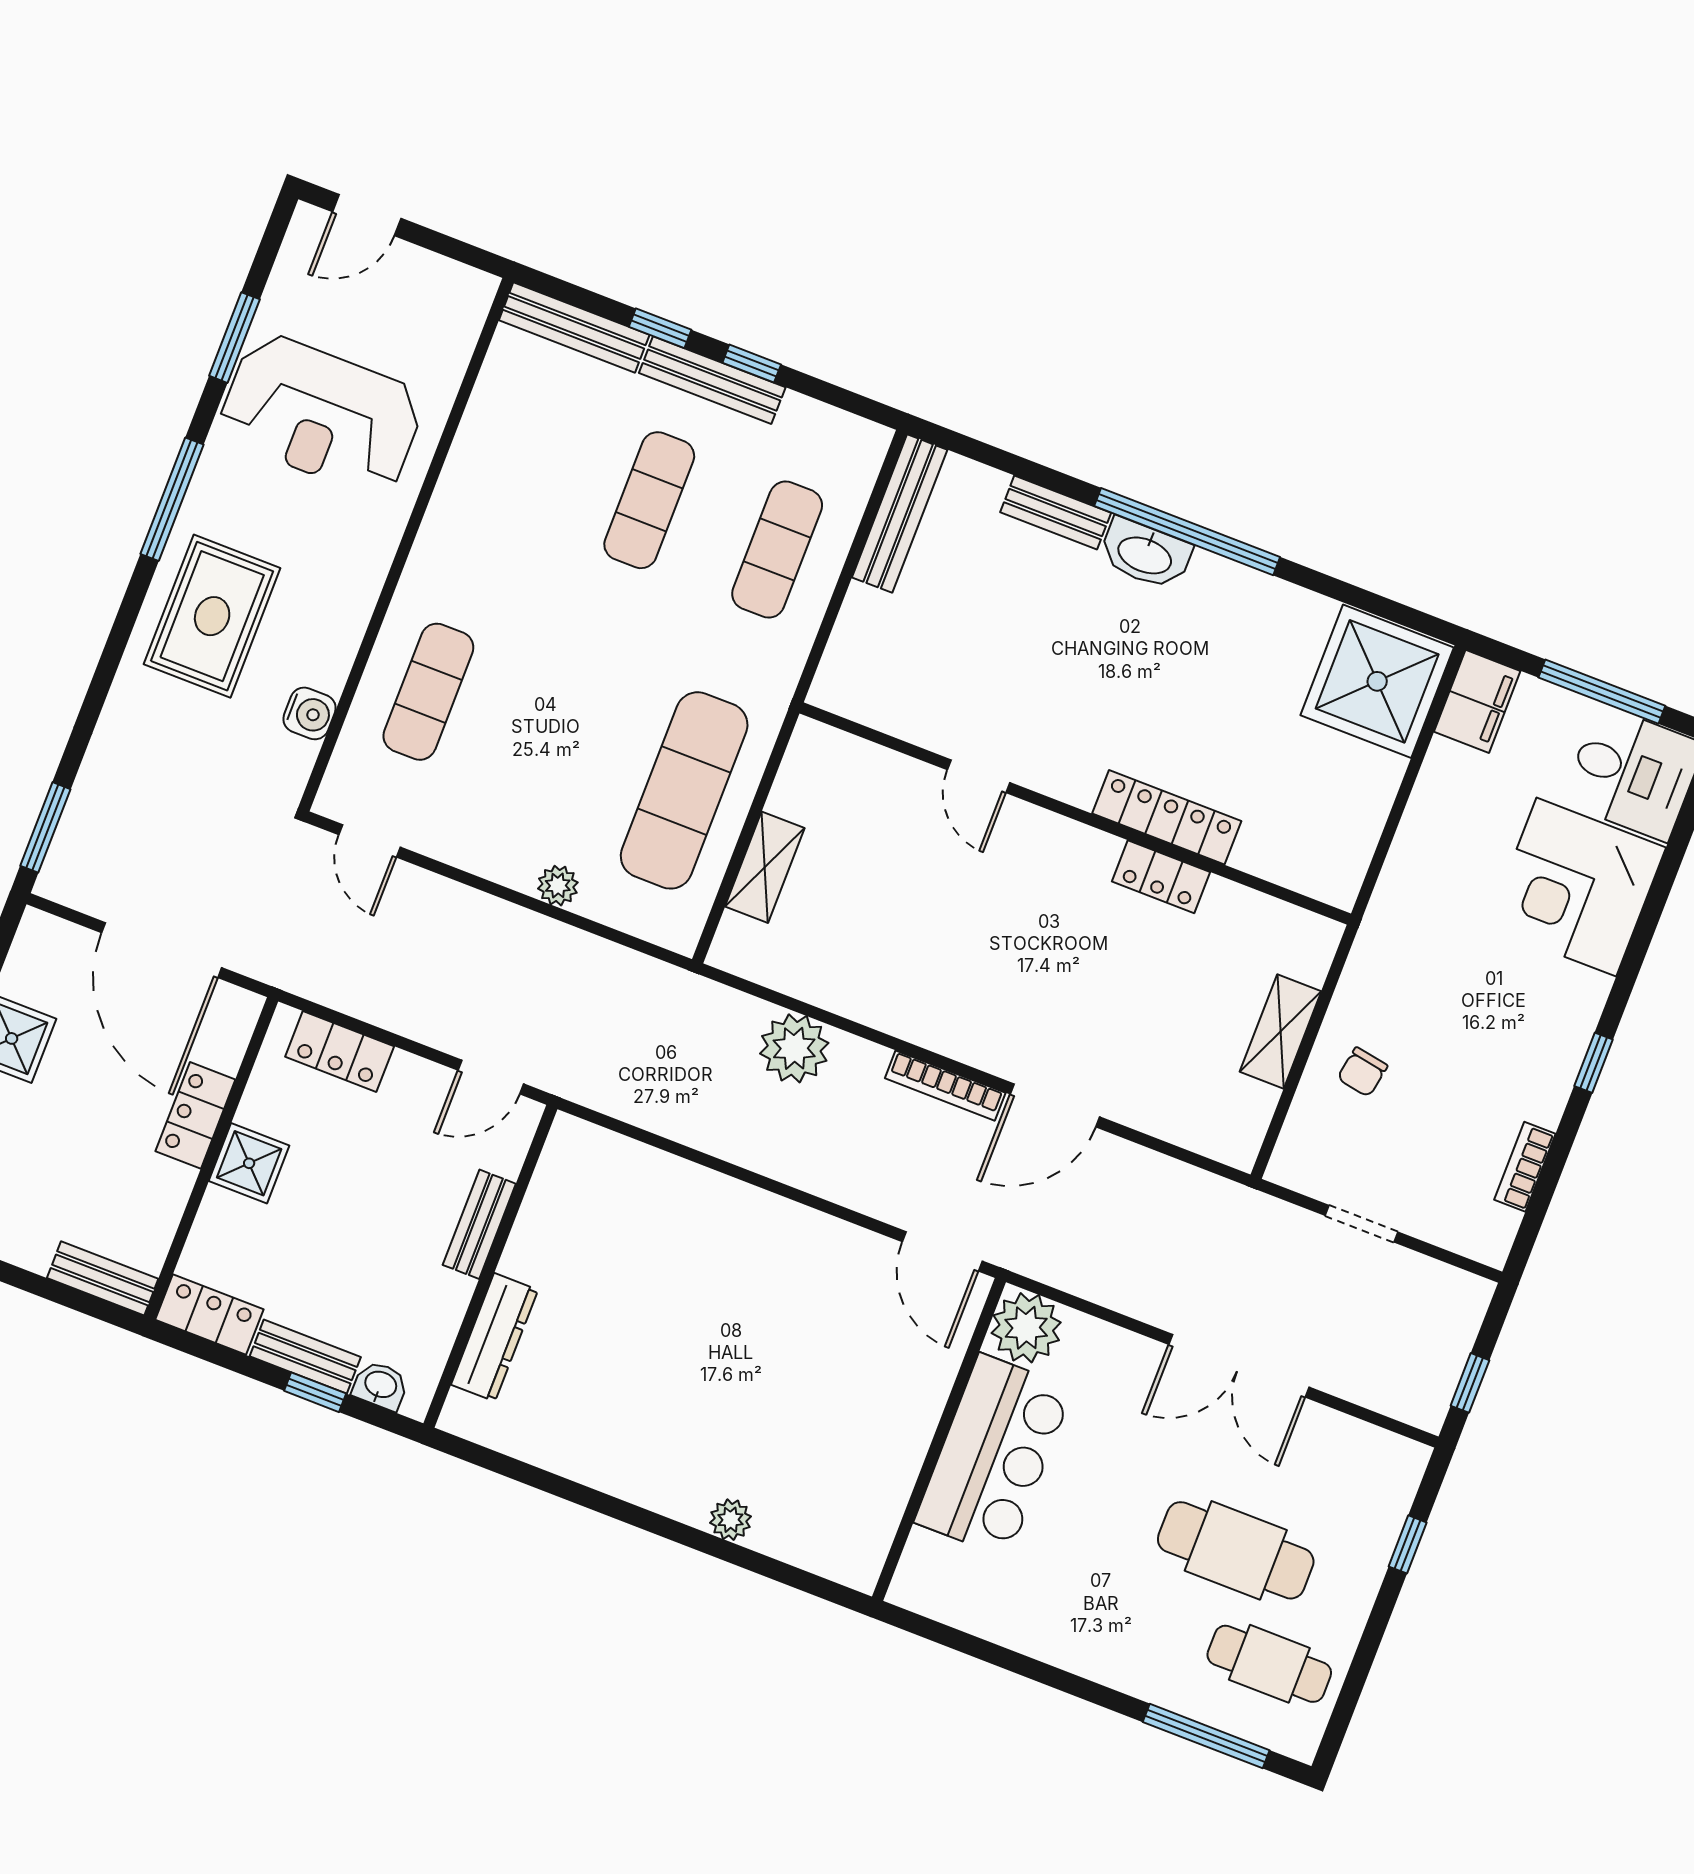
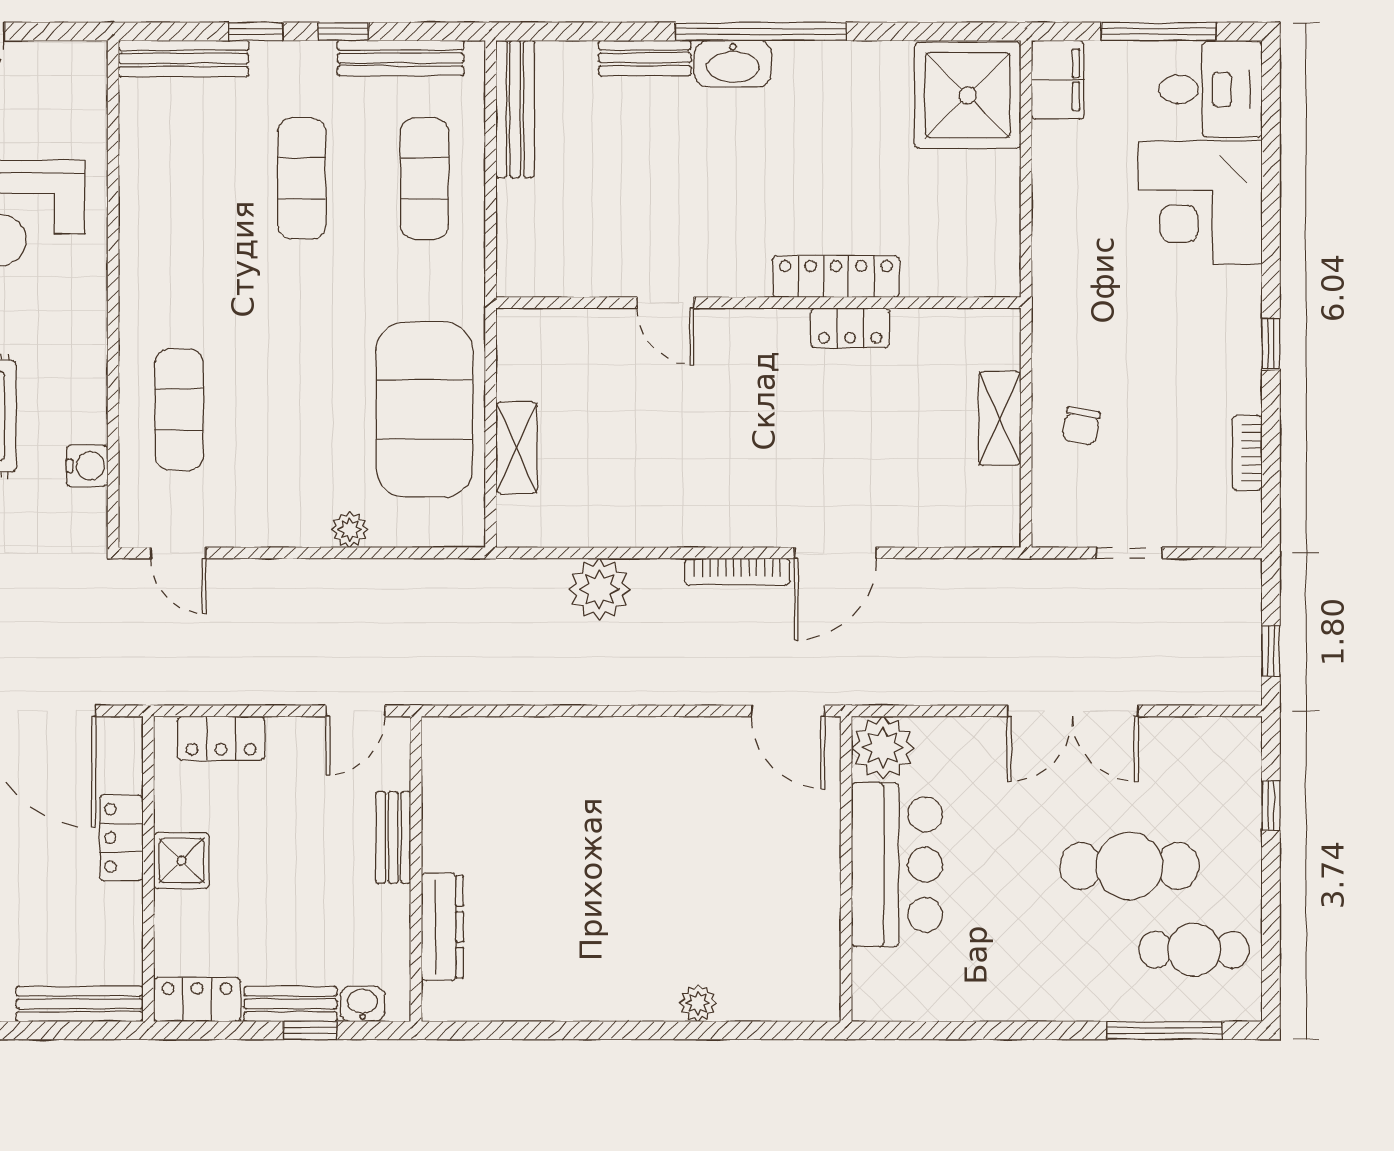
bench: (712, 380) -> (401, 58), moved
exercise mat: (684, 790) -> (424, 409), width x1.47
bench: (103, 1278) -> (79, 1004), width x1.36

